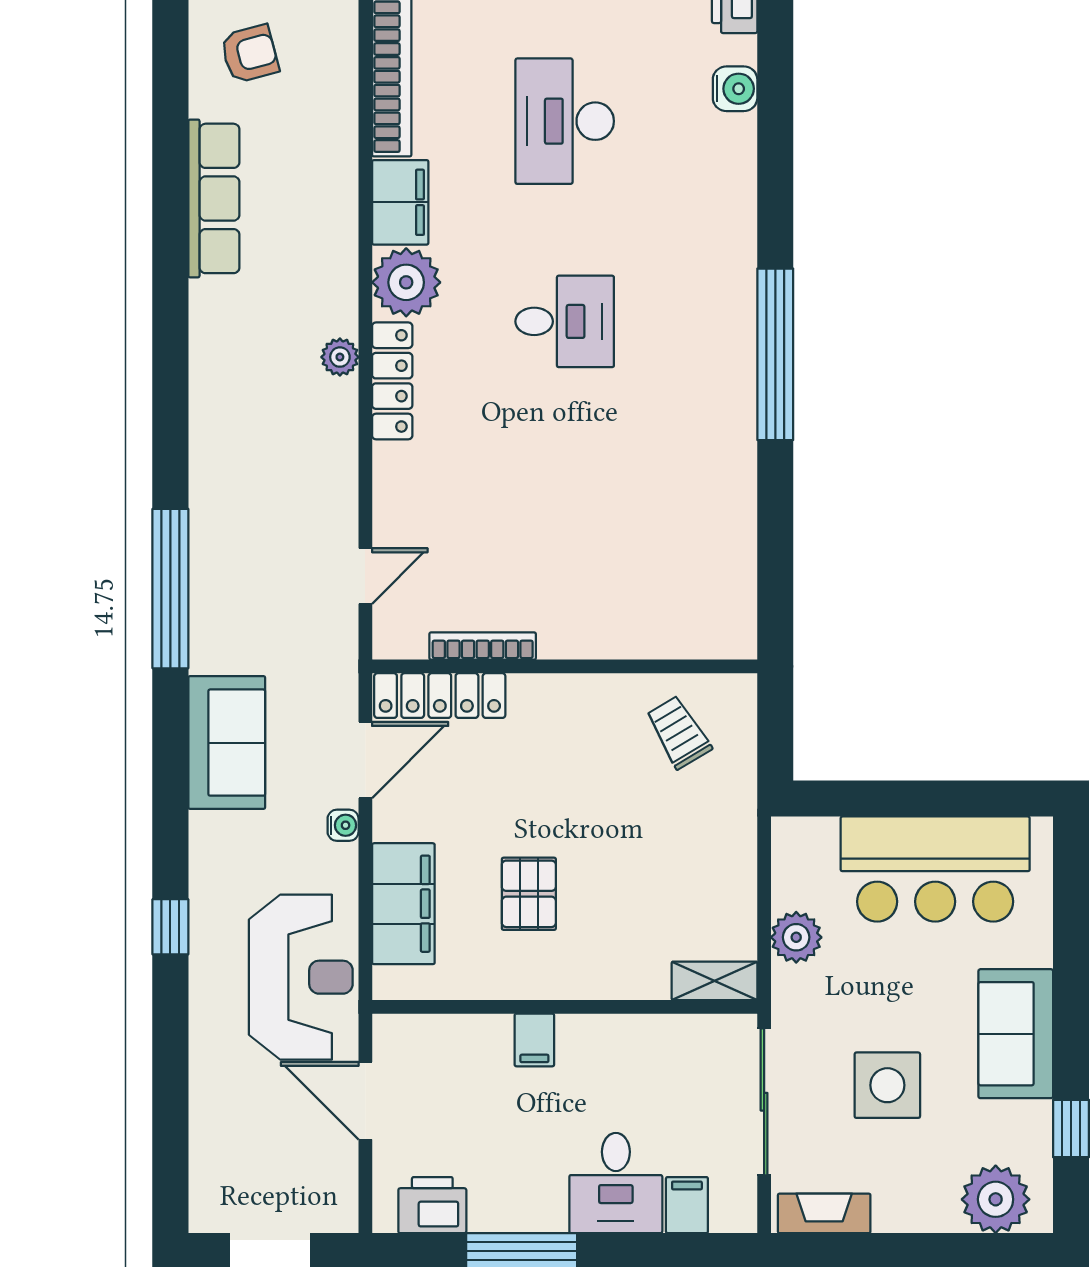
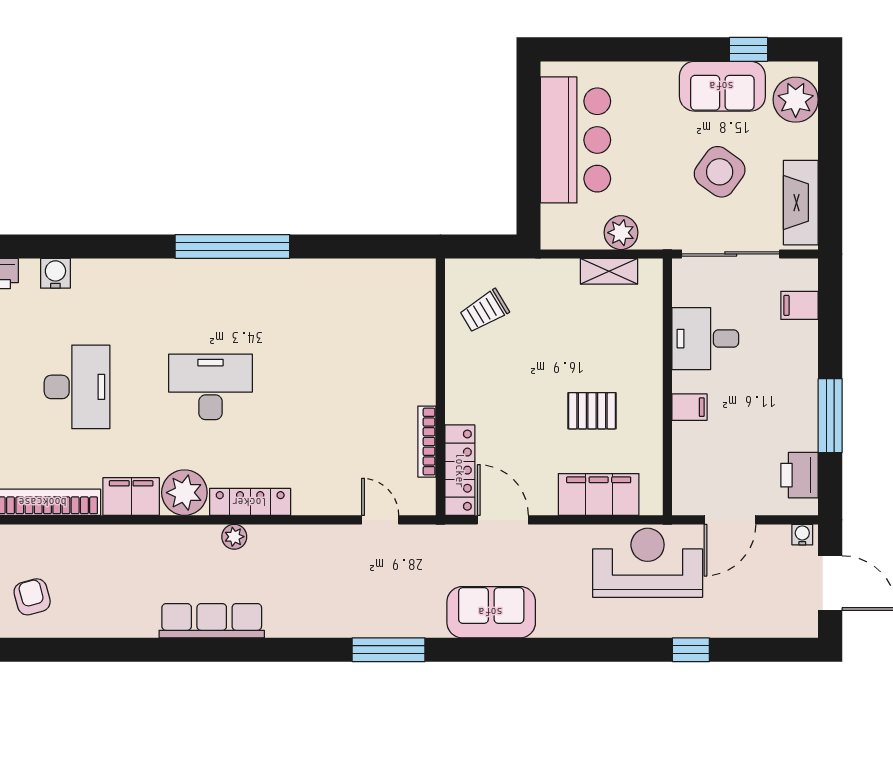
desk: (565, 121) -> (77, 387), turned -90
row of seats: (214, 198) -> (212, 621), moved
desk: (565, 321) -> (210, 387), width x1.37
window: (170, 589) -> (389, 650), width x0.68
water cooler: (343, 825) -> (802, 535), moved
window: (170, 927) -> (691, 650), moved
shelving: (714, 981) -> (609, 271), moved, turned 90
sofa: (1016, 1034) -> (722, 86), moved
side table: (887, 1085) -> (720, 172), turned 36
desk: (616, 1183) -> (705, 339), moved, turned 180
fireplace: (824, 1213) -> (801, 203), width x1.37, depth x1.32

